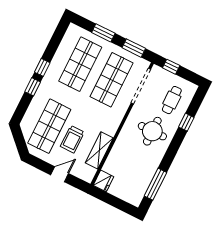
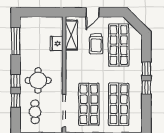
trolley: (72, 139) -> (96, 44), turned 180
window: (176, 143) -> (16, 81), added
shelving: (99, 150) -> (71, 35), moved
fridge: (103, 181) -> (56, 44), moved

